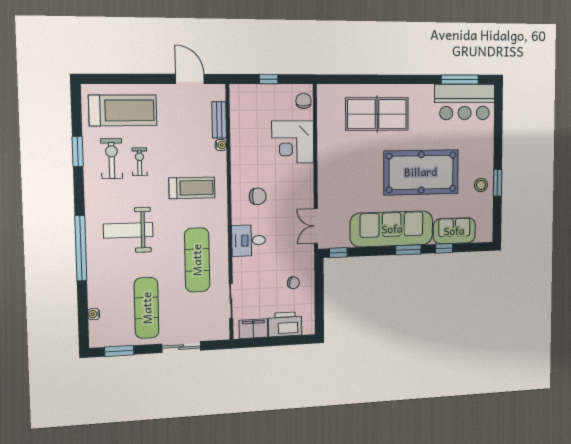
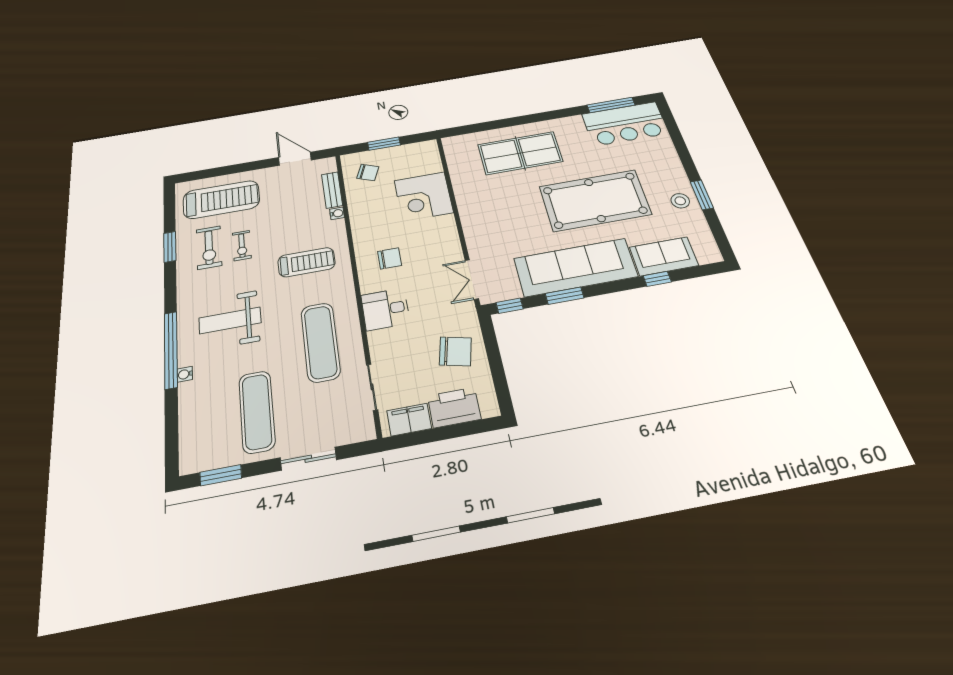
window: (269, 79) -> (384, 144), width x1.50
chair: (304, 101) -> (368, 172), moved, turned 112
exercise bike: (112, 159) -> (209, 247), turned 180
exercise bike: (140, 162) -> (242, 245), turned 180
window: (408, 250) -> (565, 296), moved
chair: (293, 283) -> (455, 351), width x1.87, depth x1.87
water cooler: (94, 314) -> (185, 374), moved

